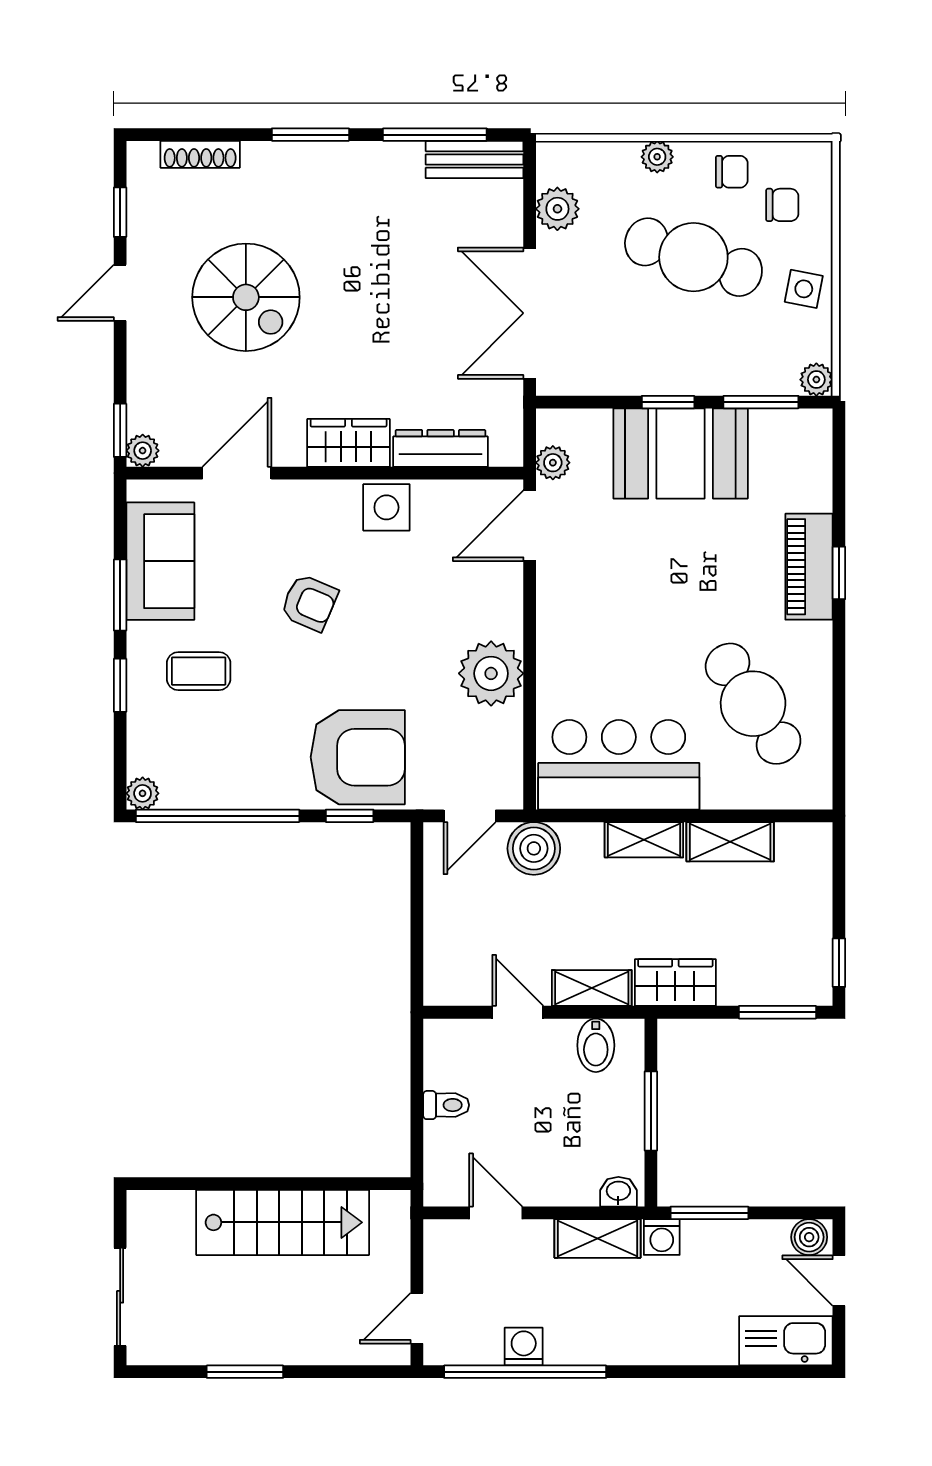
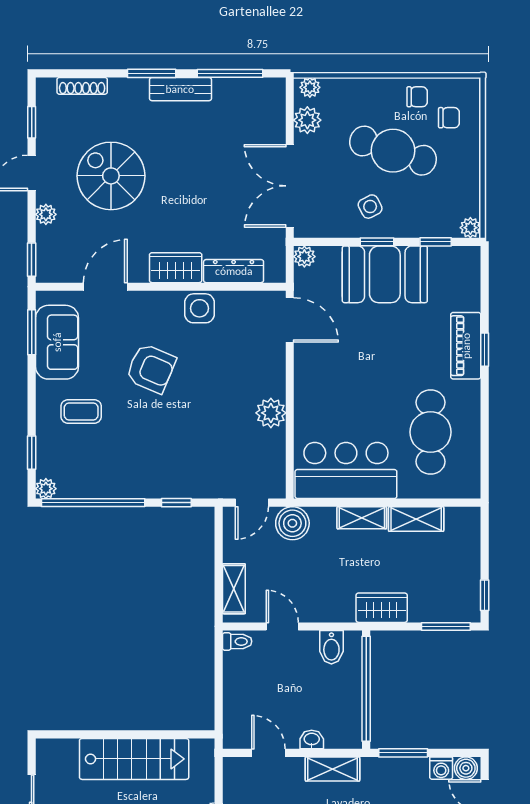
plant: (657, 157) -> (310, 87), moved
bench: (475, 160) -> (180, 89), moved
side table: (804, 289) -> (370, 207), moved, turned -38
spiral stairs: (246, 297) -> (111, 176), turned 180
window: (761, 402) -> (436, 242), width x0.67
plant: (143, 451) -> (46, 214), moved
plant: (553, 463) -> (304, 257), moved
door: (530, 526) -> (290, 320), swing flipped
window: (120, 595) -> (32, 332), moved
armchair: (309, 603) -> (151, 368), width x1.38, depth x1.38
plant: (491, 673) -> (271, 413), width x0.73, depth x0.73
window: (120, 685) -> (32, 453), moved
cafe table: (753, 704) -> (431, 432), turned 33
armchair: (358, 757) -> (181, 466), removed
shelving: (592, 988) -> (234, 589), moved, turned 90
toilet: (446, 1105) -> (237, 641), moved
window: (651, 1111) -> (366, 689), width x2.11
washbasin: (618, 1192) -> (312, 740), moved
washing machine: (662, 1237) -> (441, 768), moved

